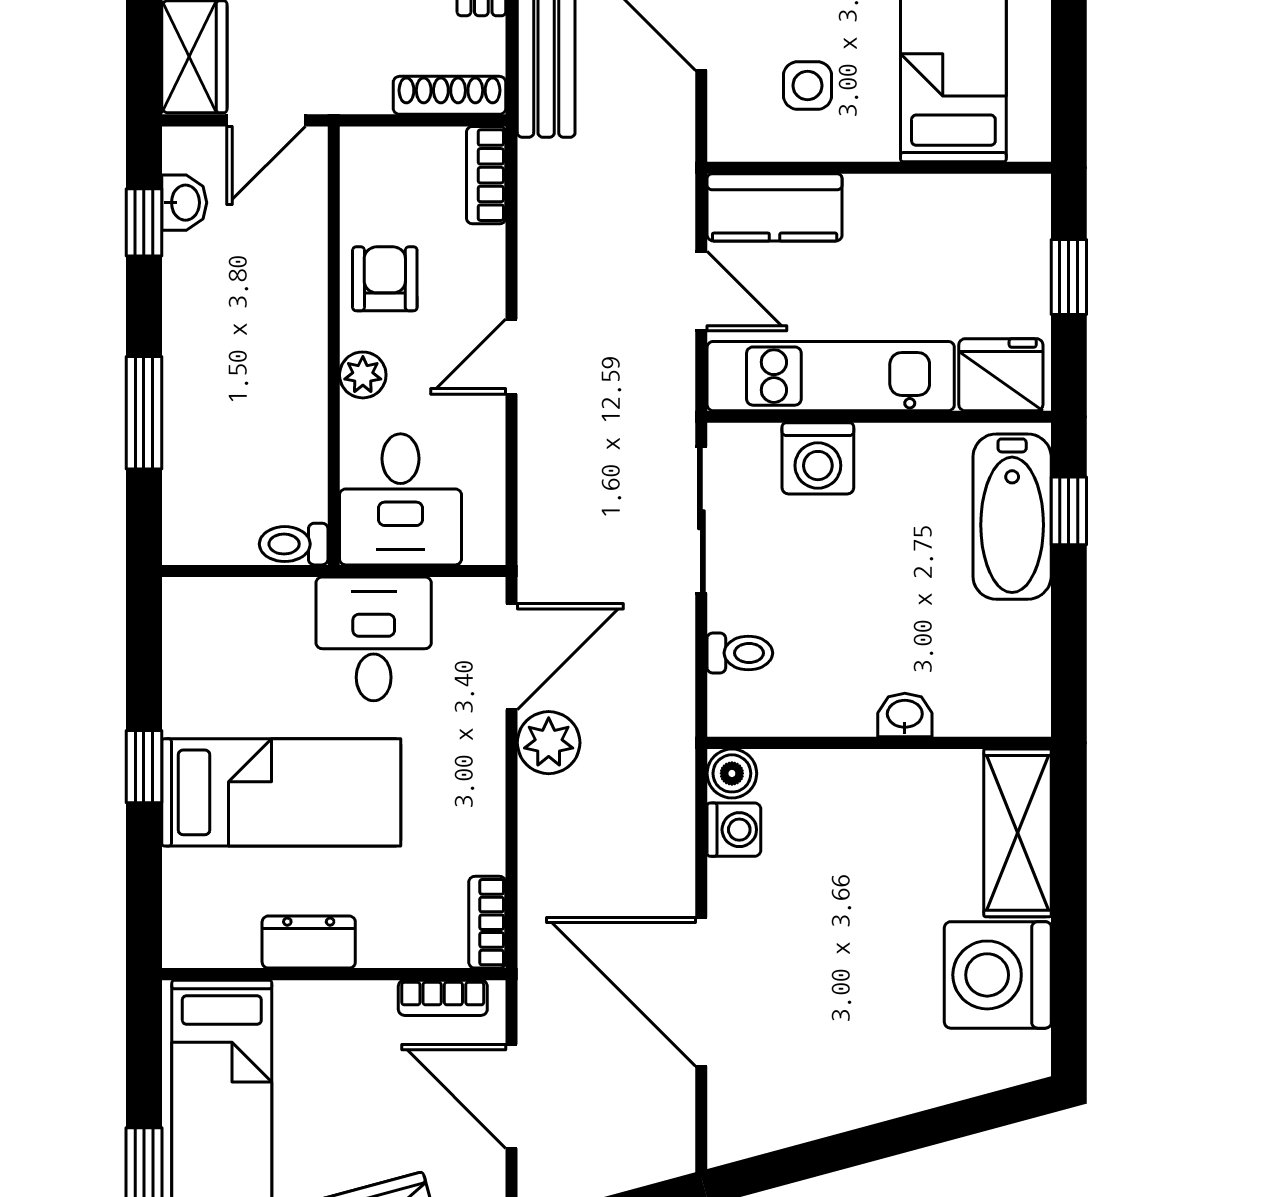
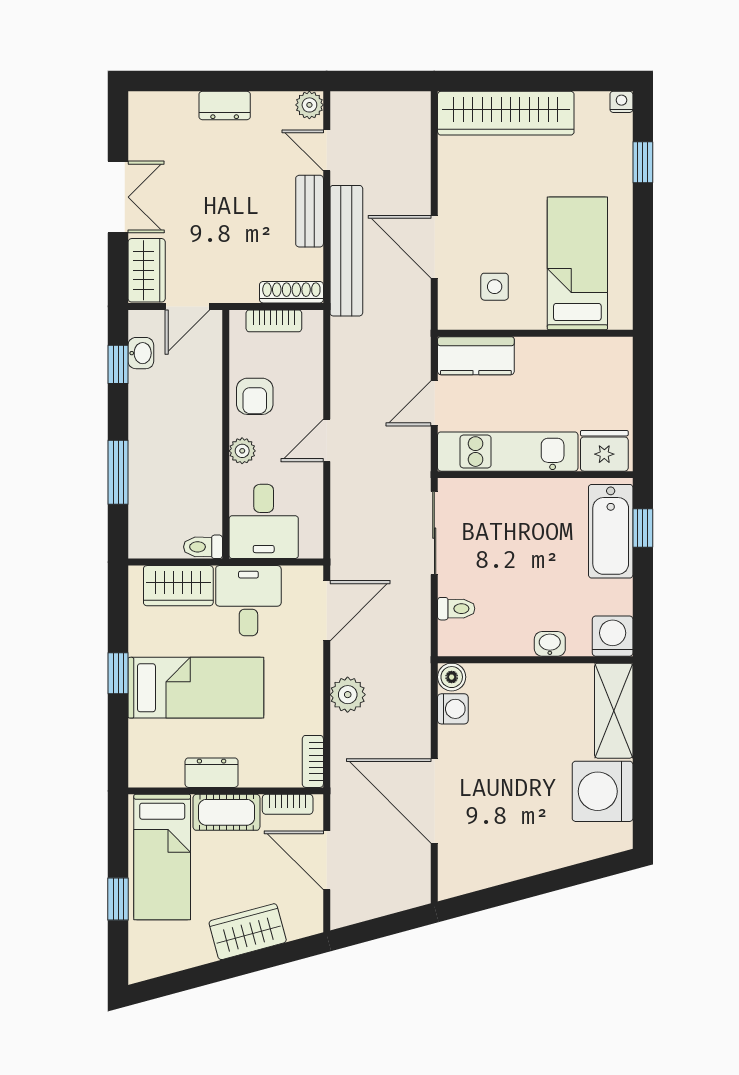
bookcase: (486, 175) -> (274, 321), moved, turned -90
window: (1069, 277) -> (643, 395), removed
armchair: (385, 279) -> (255, 396), turned 180
door: (701, 291) -> (434, 403), swing flipped
washing machine: (818, 458) -> (613, 636), moved, turned 180
wardrobe: (250, 612) -> (178, 586), added
plant: (549, 743) -> (348, 695), moved
cot: (335, 1012) -> (226, 812), added

